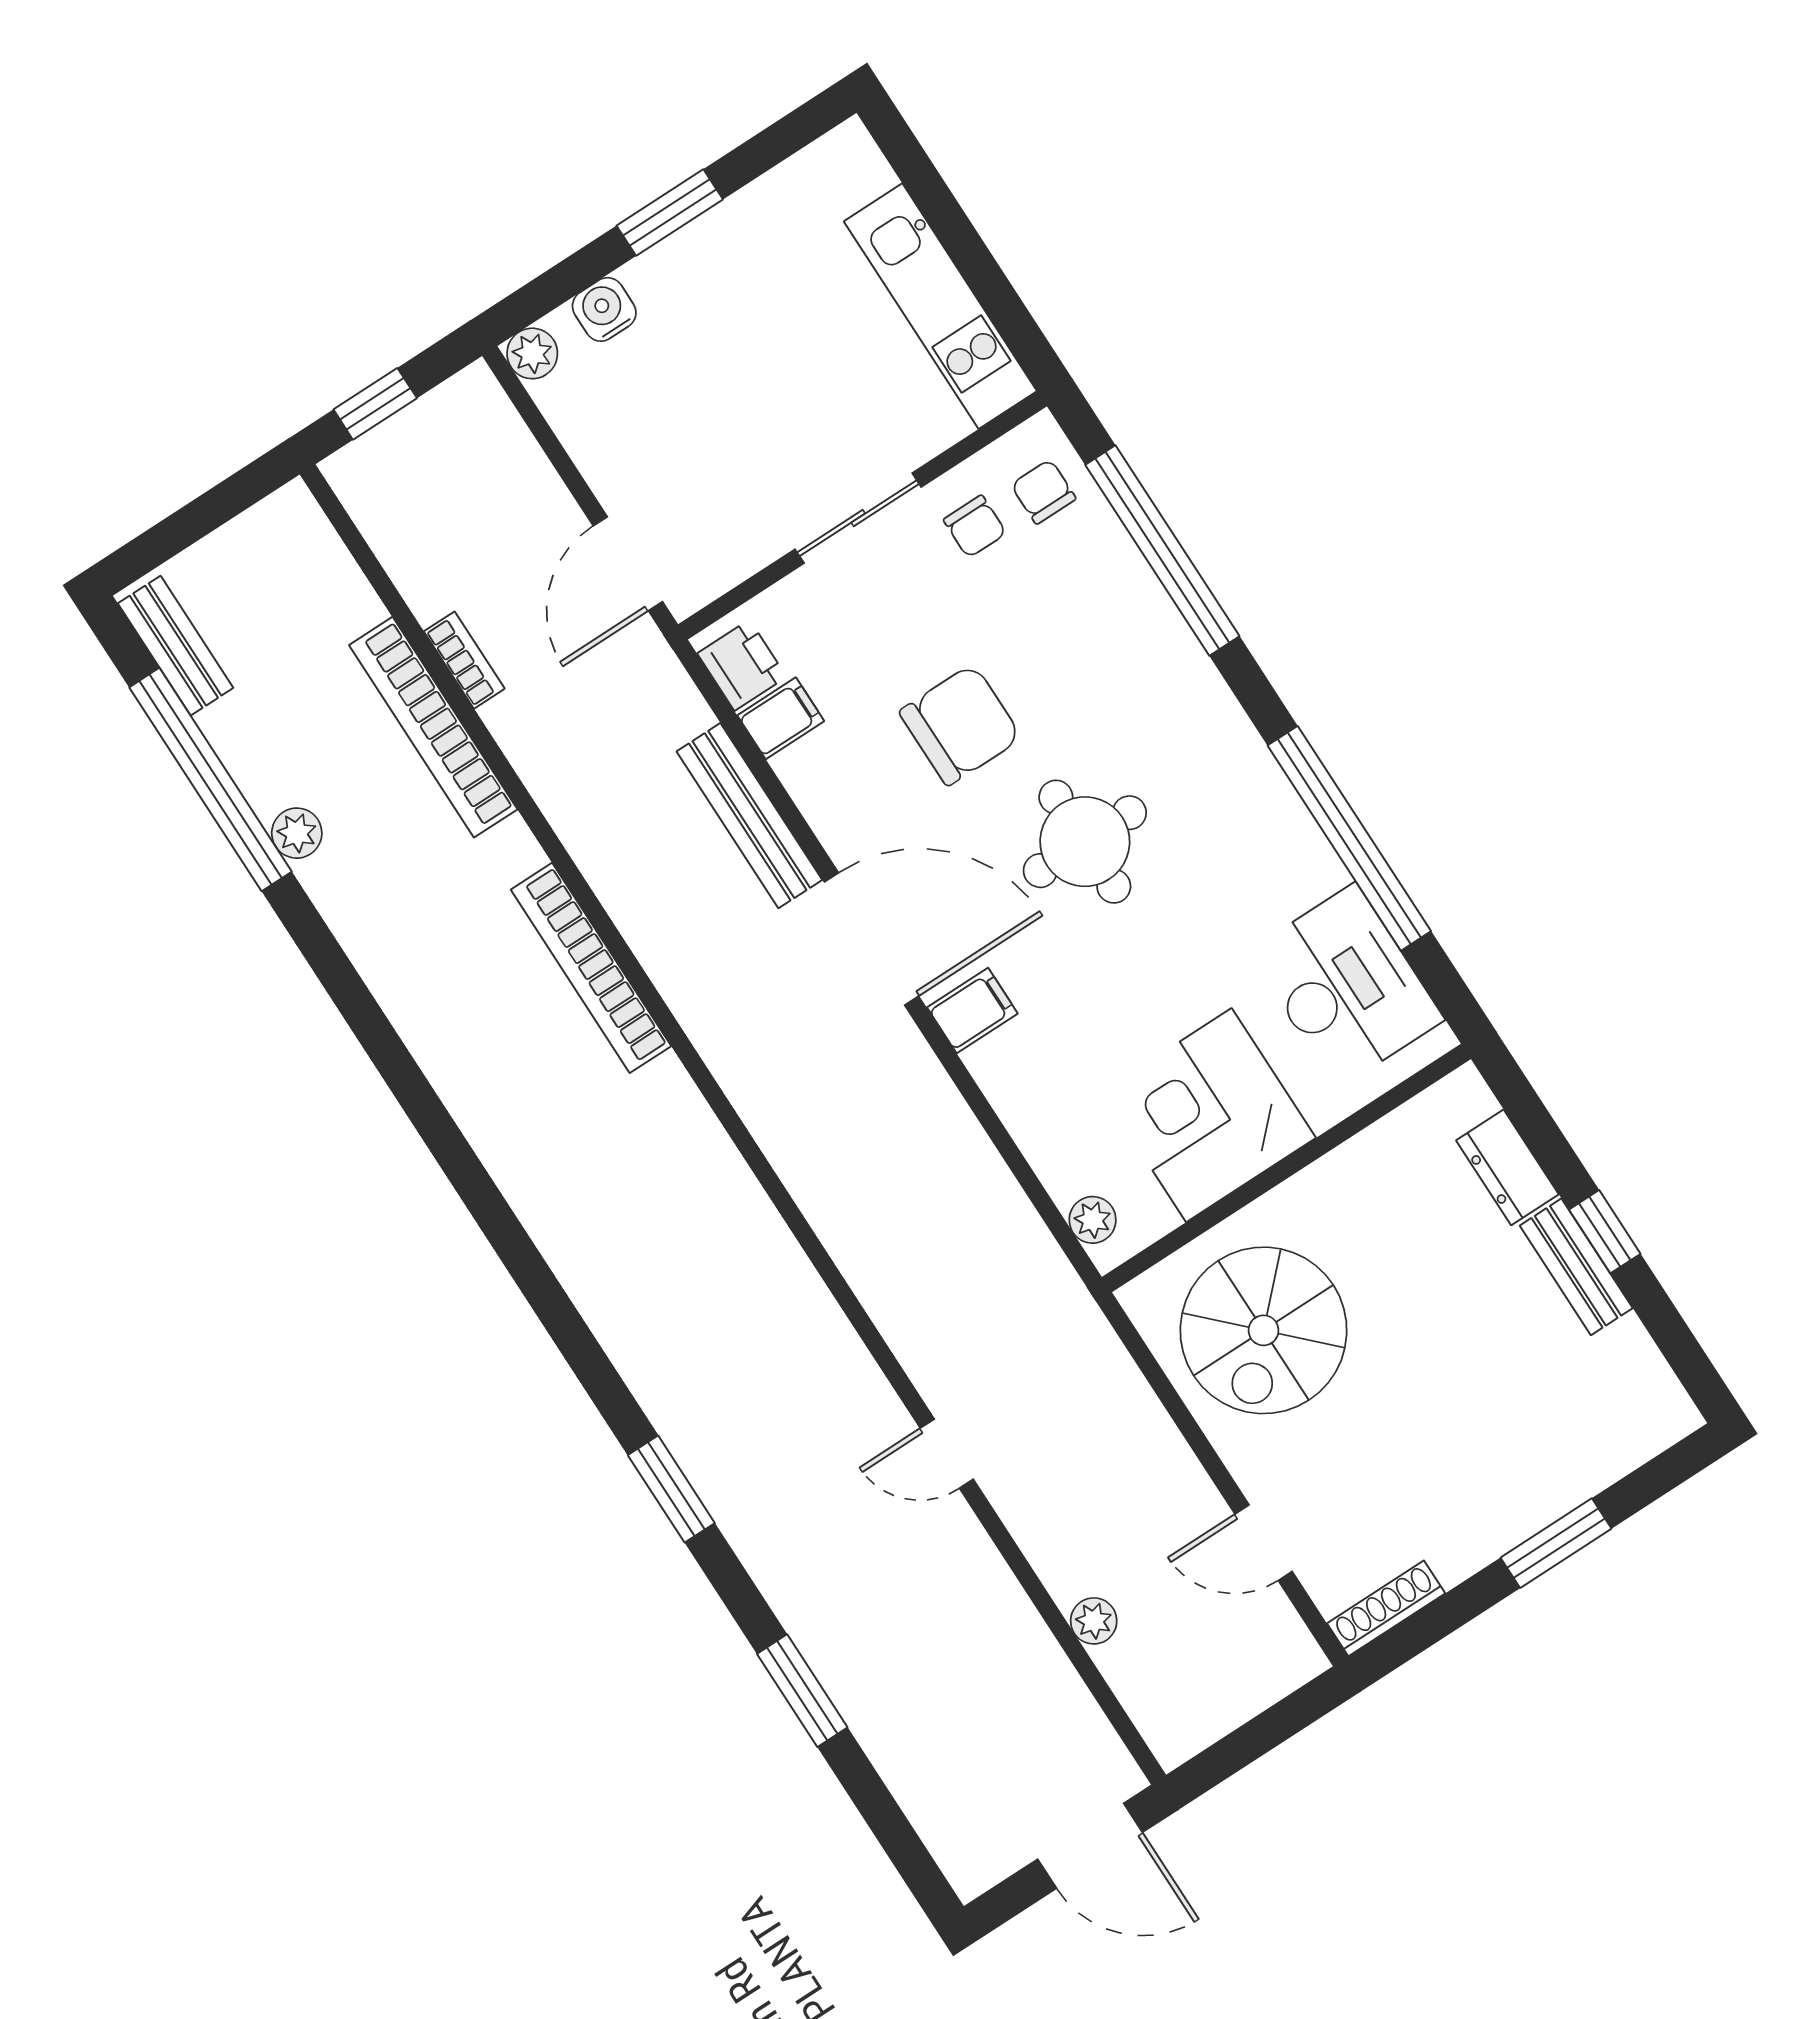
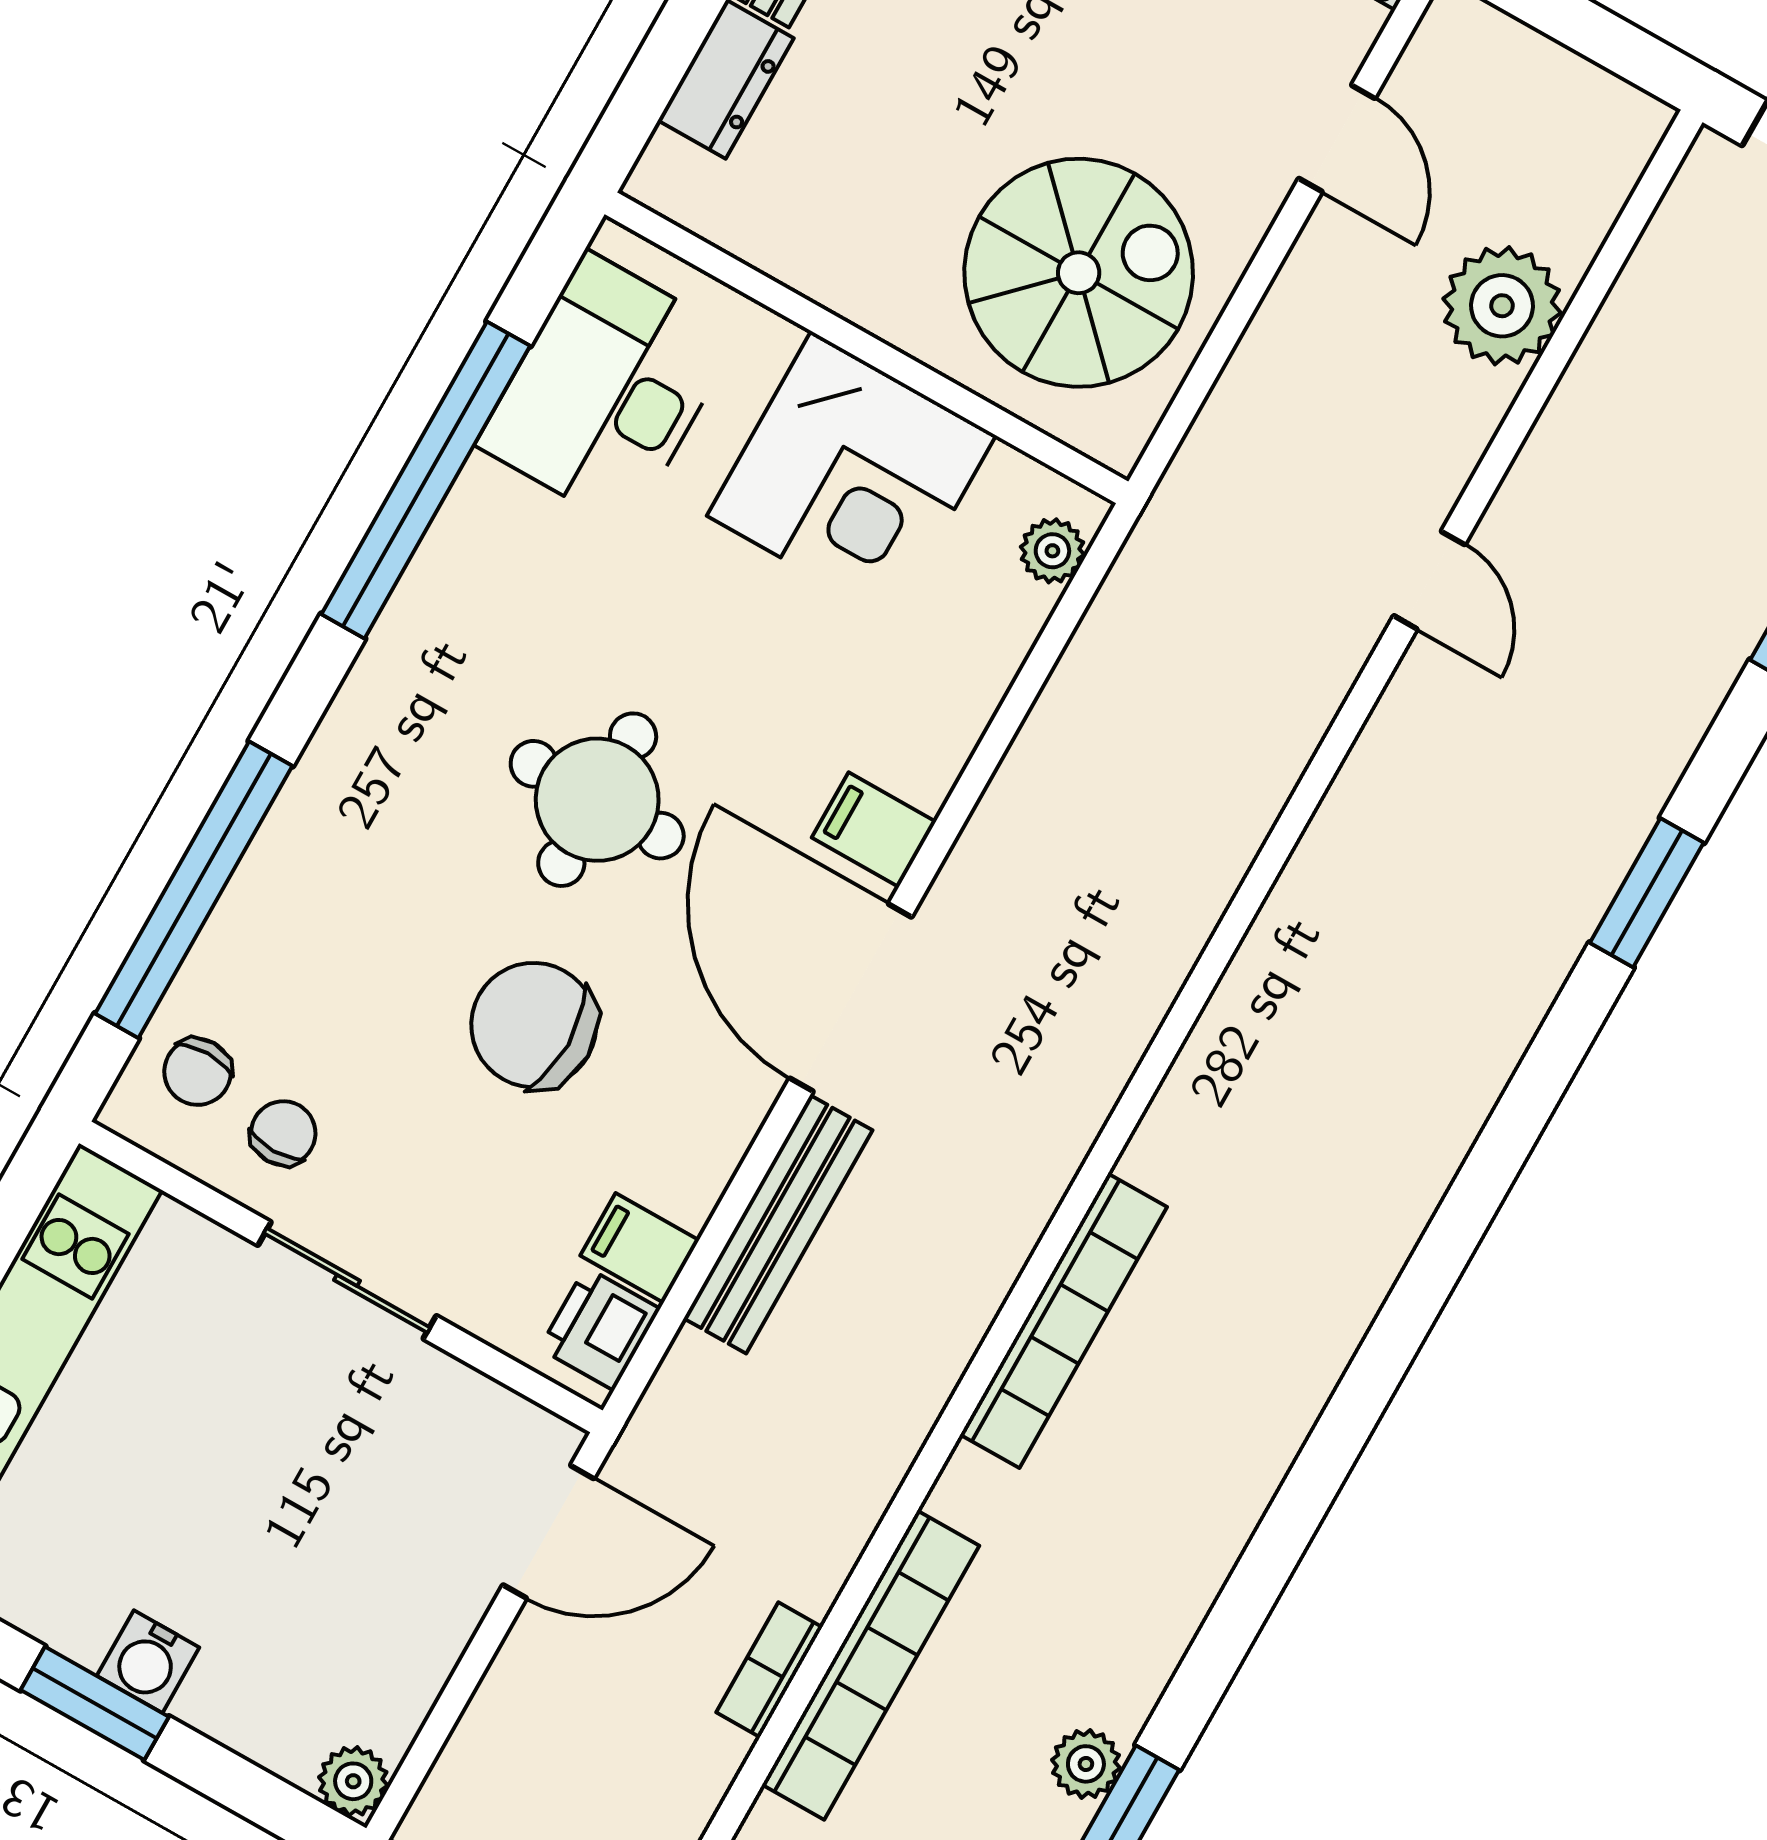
water cooler: (604, 309) -> (148, 1662), moved
plant: (1094, 1621) -> (1502, 306), width x1.87, depth x1.87

